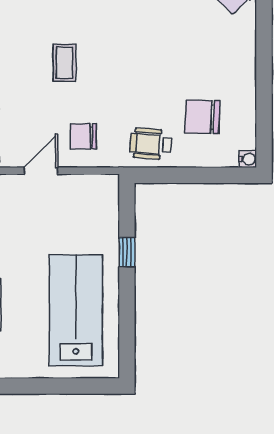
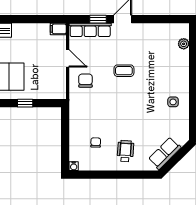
chair: (202, 117) -> (96, 143), width x0.54, depth x0.54
wheelchair: (151, 144) -> (125, 151), moved

